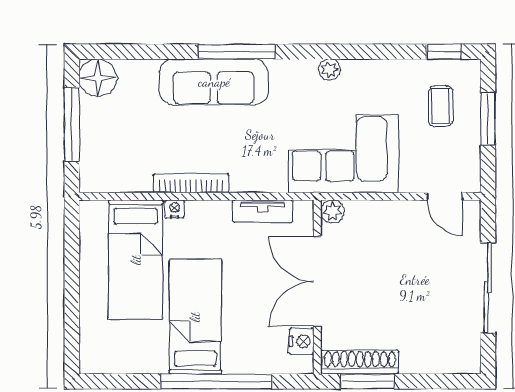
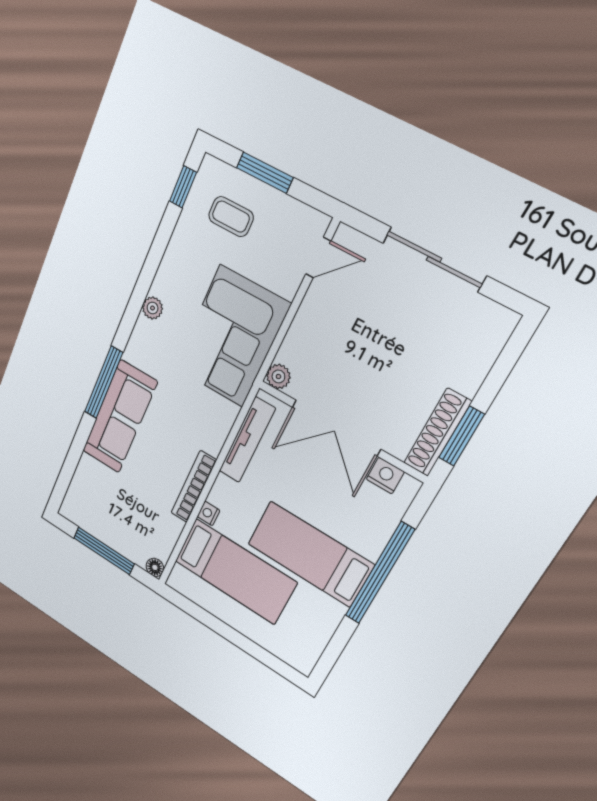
floor lamp: (98, 78) -> (155, 567), moved, width x0.53, depth x0.53
tv unit: (263, 211) -> (247, 440), width x1.41

